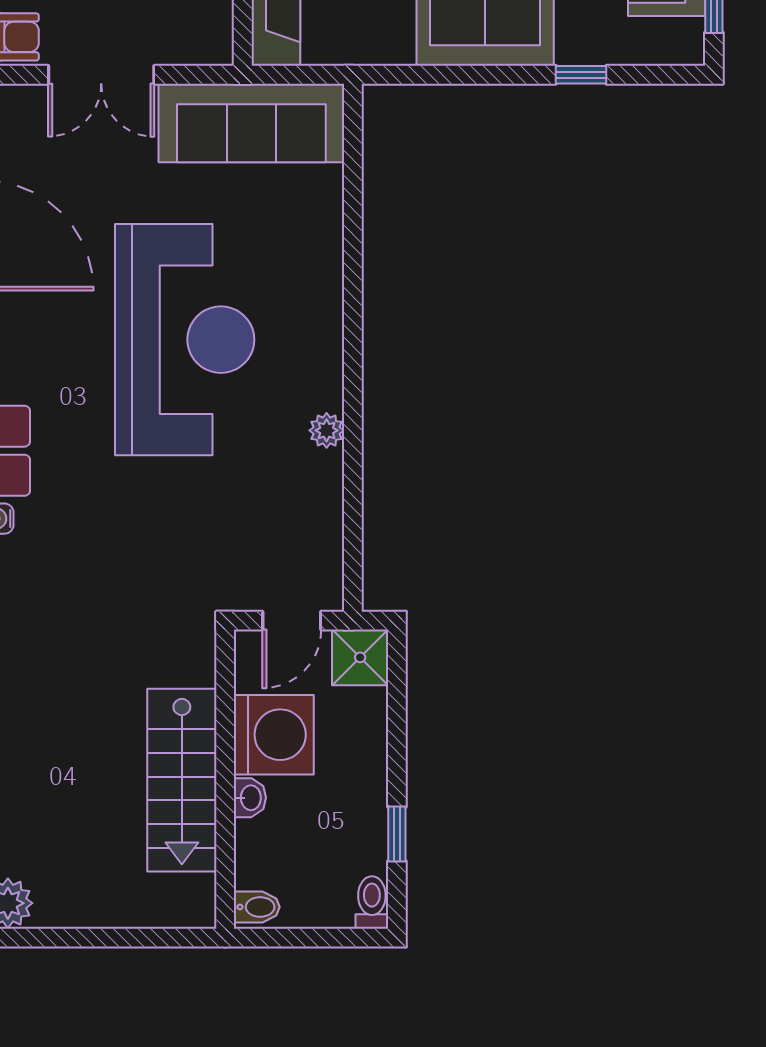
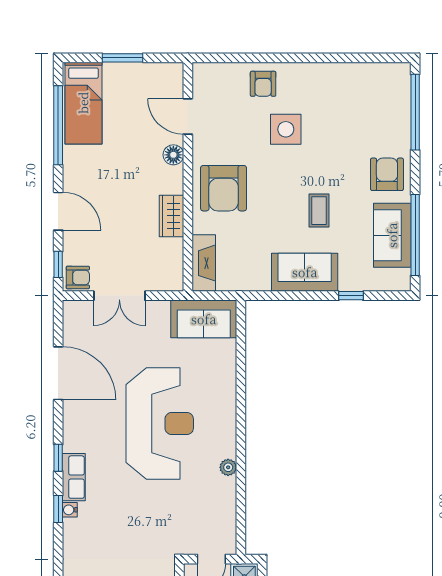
sofa: (251, 123) -> (204, 319), width x0.73

